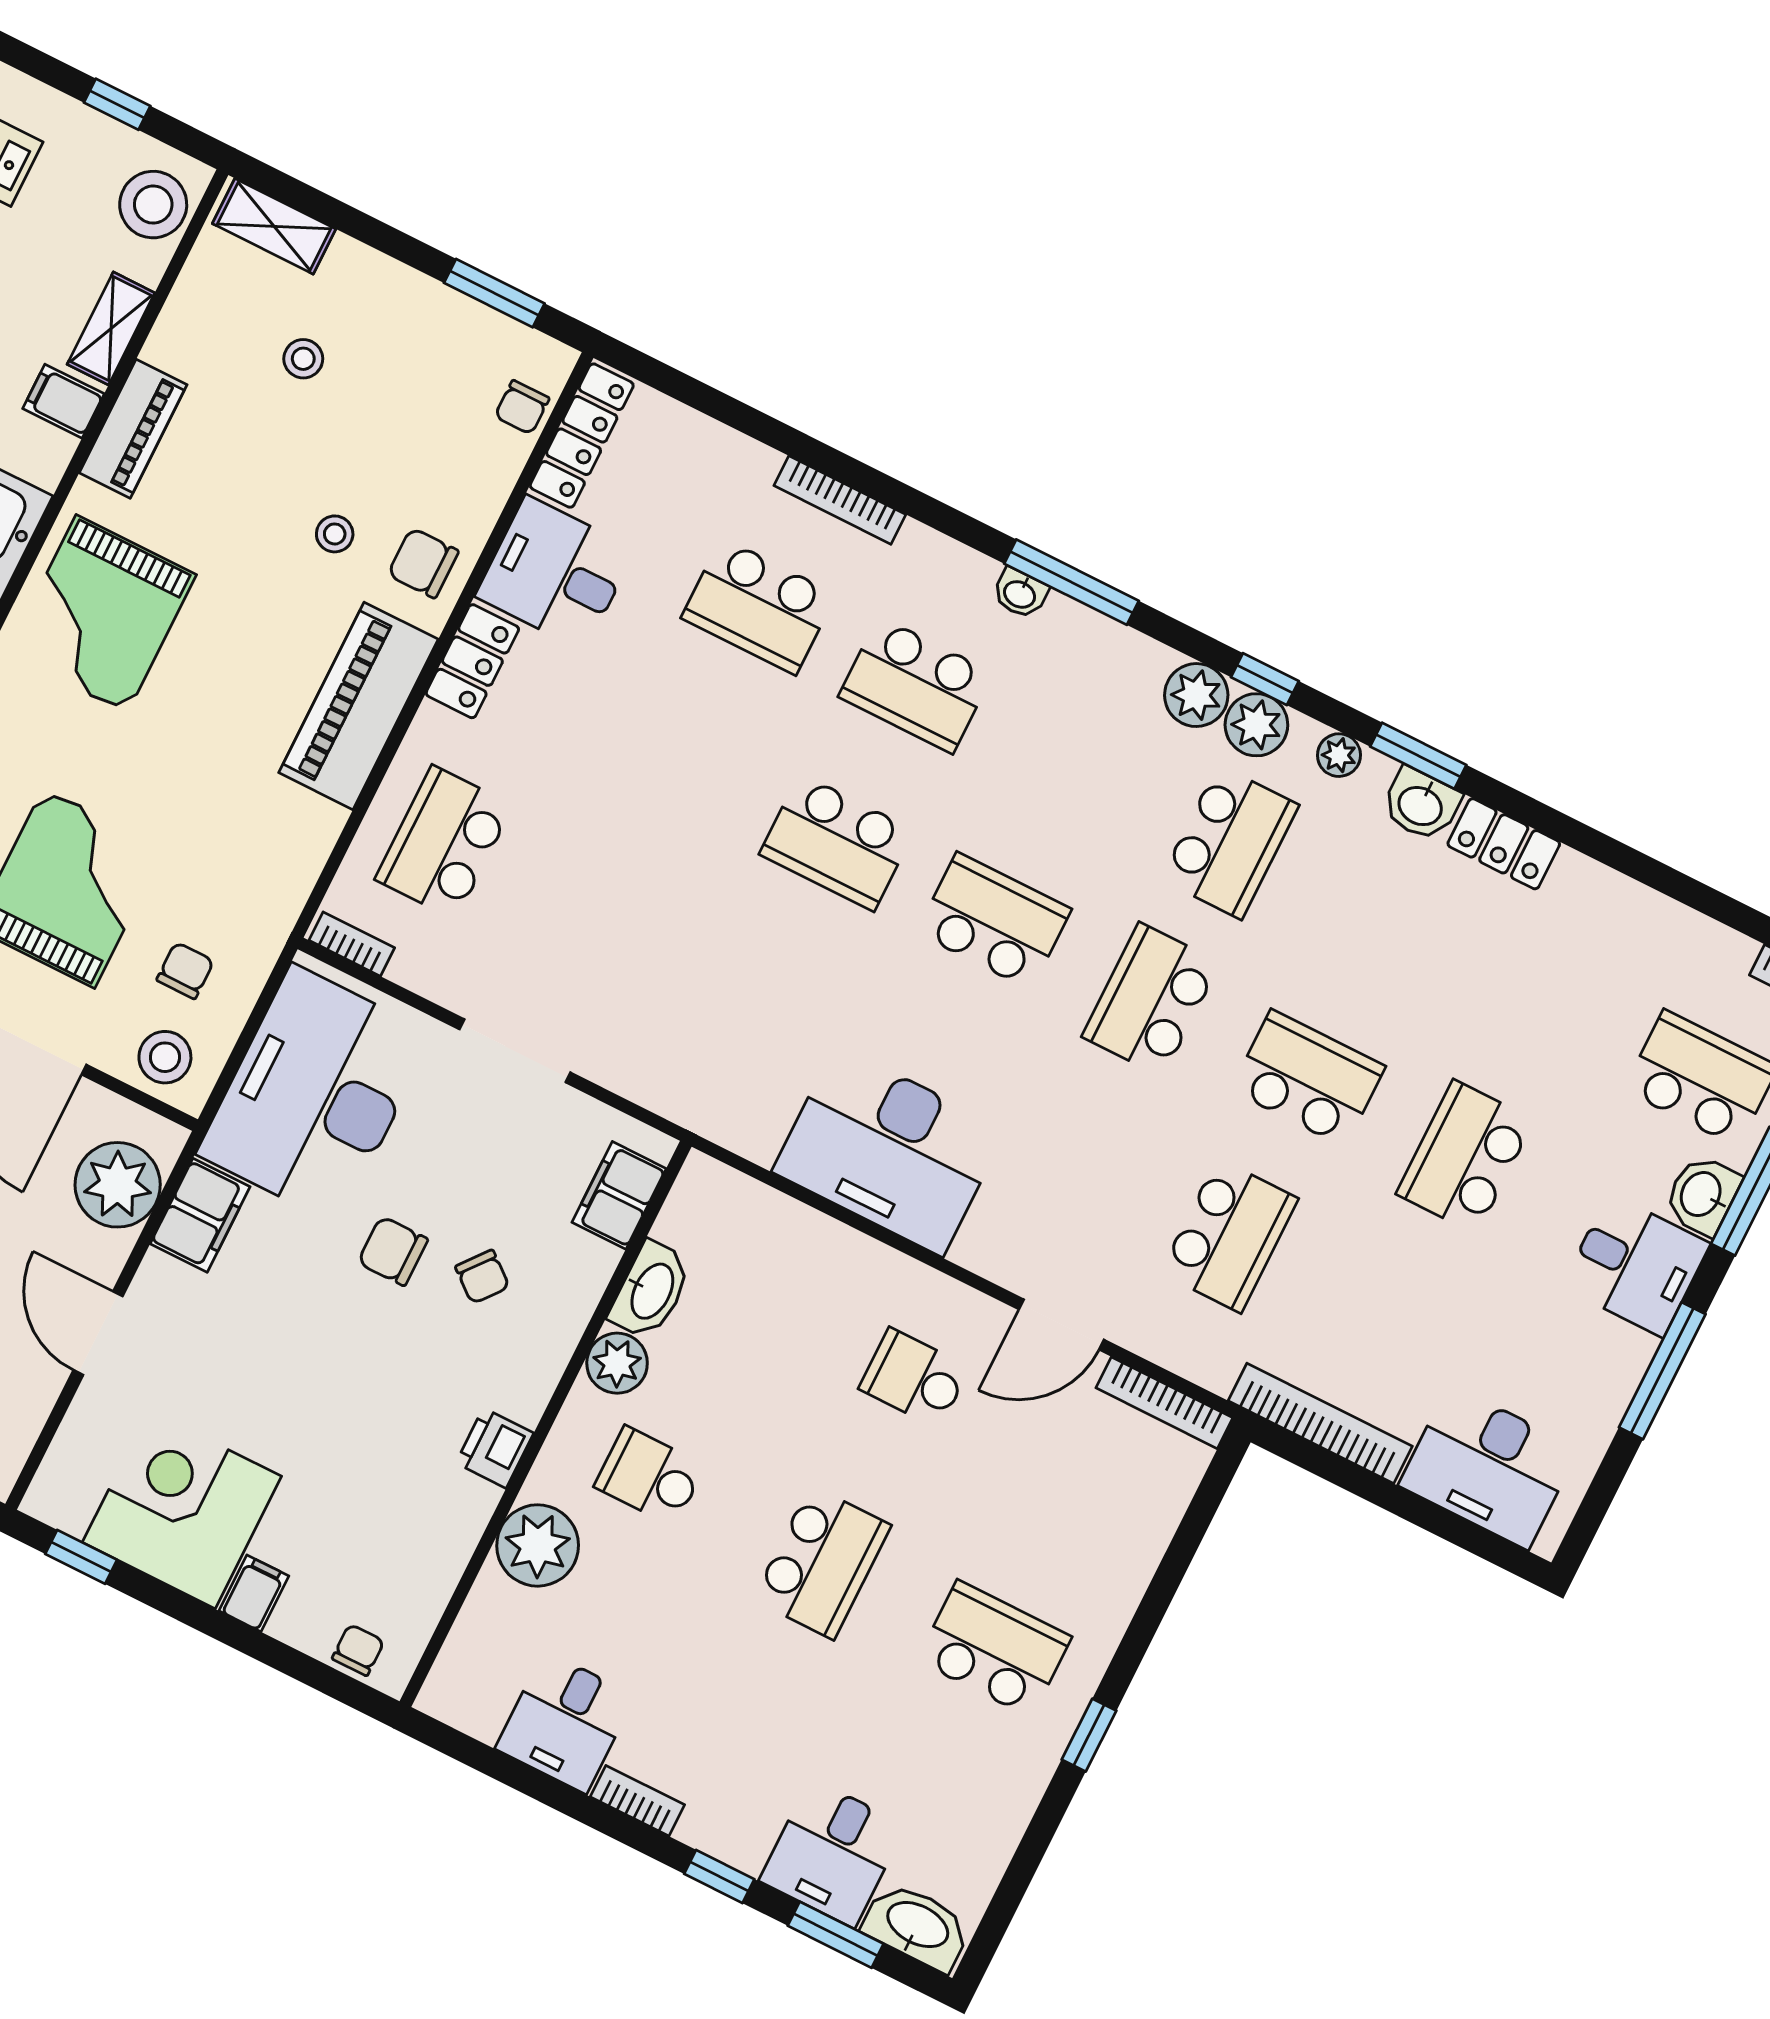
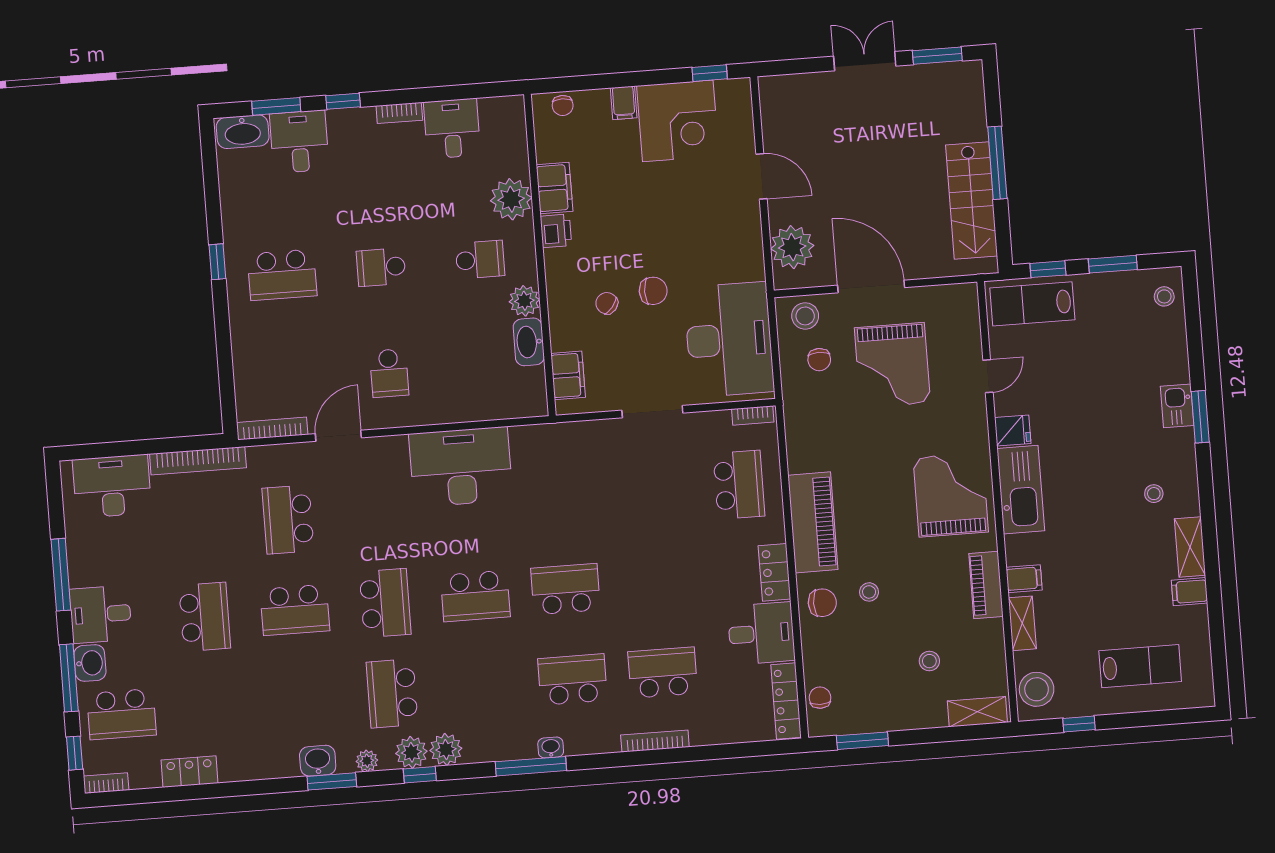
locker: (1504, 844) -> (190, 772), moved
filing cabinet: (200, 1215) -> (554, 188), moved, turned 180
school desk: (914, 1378) -> (389, 373), turned 90
school desk: (822, 1562) -> (381, 267), width x0.54

